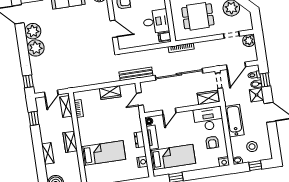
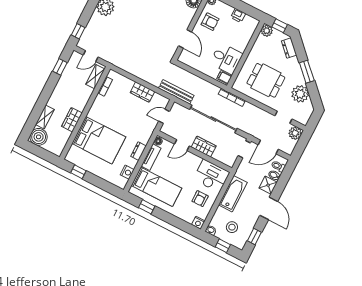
window: (265, 80) -> (254, 237), moved
wardrobe: (208, 97) -> (204, 147), moved
wardrobe: (70, 142) -> (72, 120), moved
shelving: (48, 153) -> (45, 117), moved
bed: (103, 153) -> (99, 140), width x1.50

